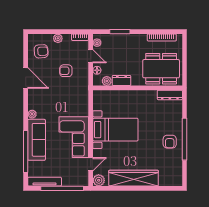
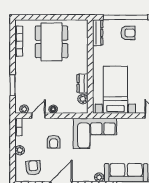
plant: (107, 81) -> (83, 99), moved
dresser: (122, 81) -> (82, 83), moved
wall: (138, 88) -> (90, 67), moved
dresser: (170, 95) -> (98, 33), moved
corner sofa: (74, 137) -> (95, 133), moved

